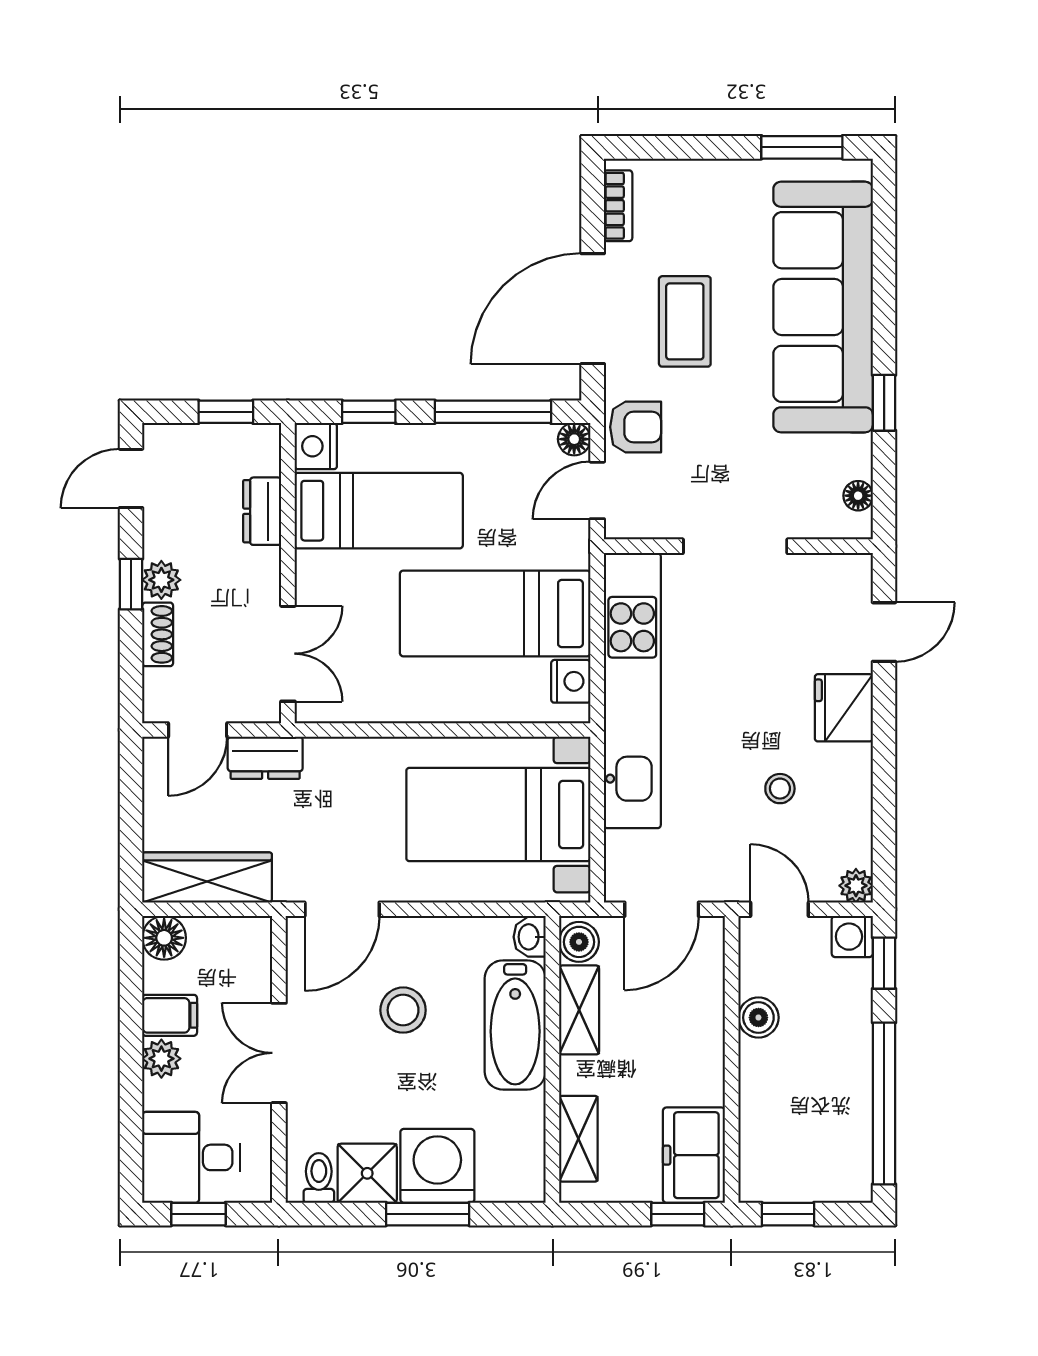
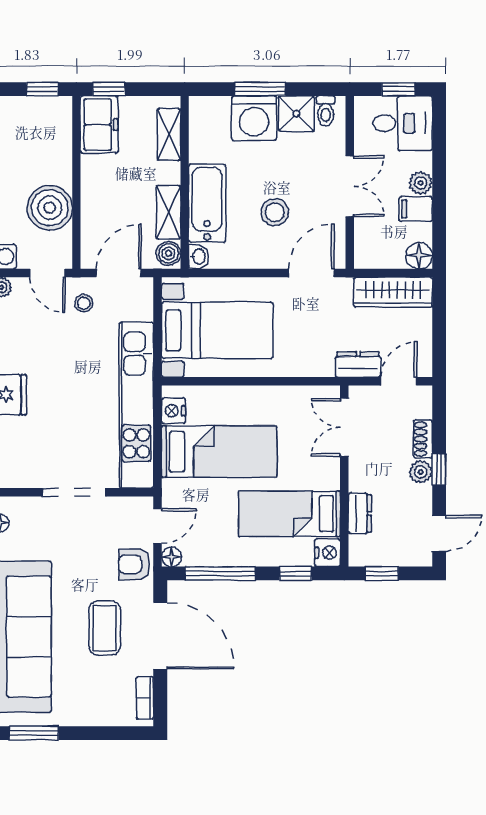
door: (593, 309) -> (160, 636), hinge flipped
stool: (780, 789) -> (84, 303), moved
boiler: (758, 1018) -> (50, 208), width x1.86, depth x1.86

